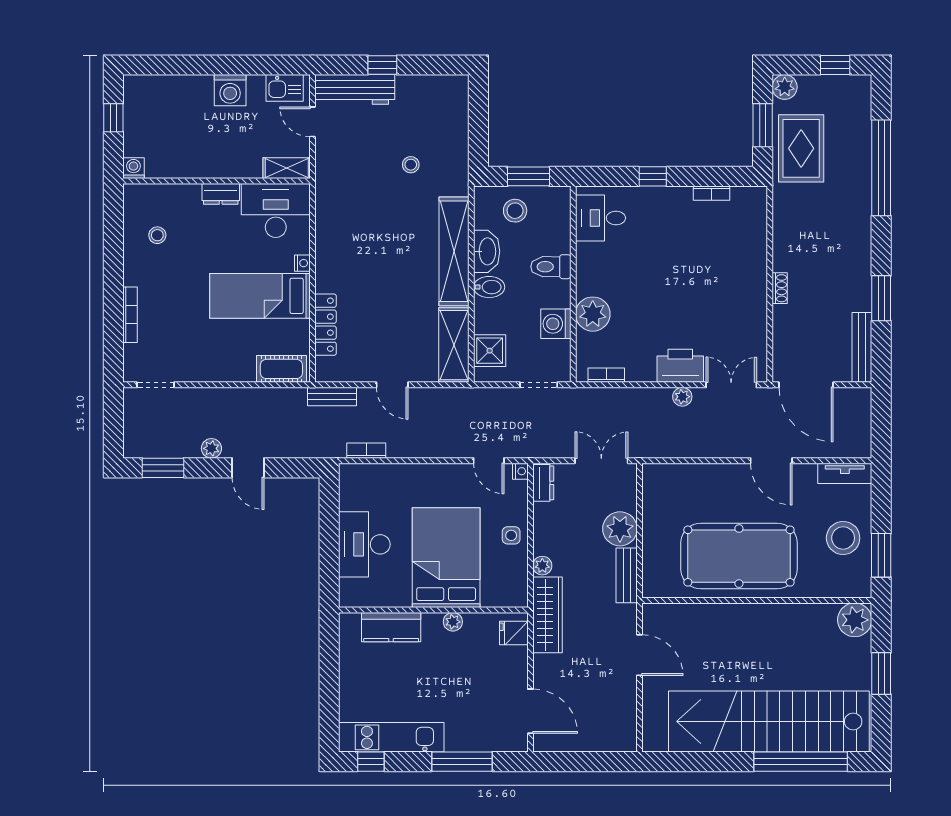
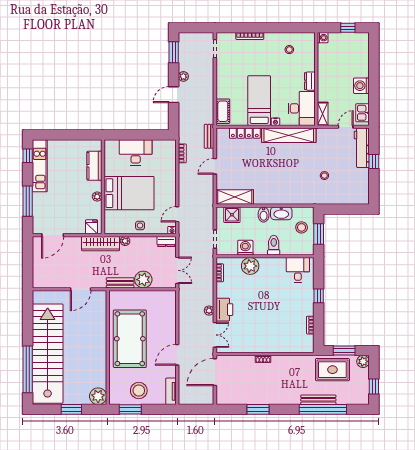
shelving: (454, 251) -> (289, 135), moved
bench: (862, 347) -> (318, 400), moved

